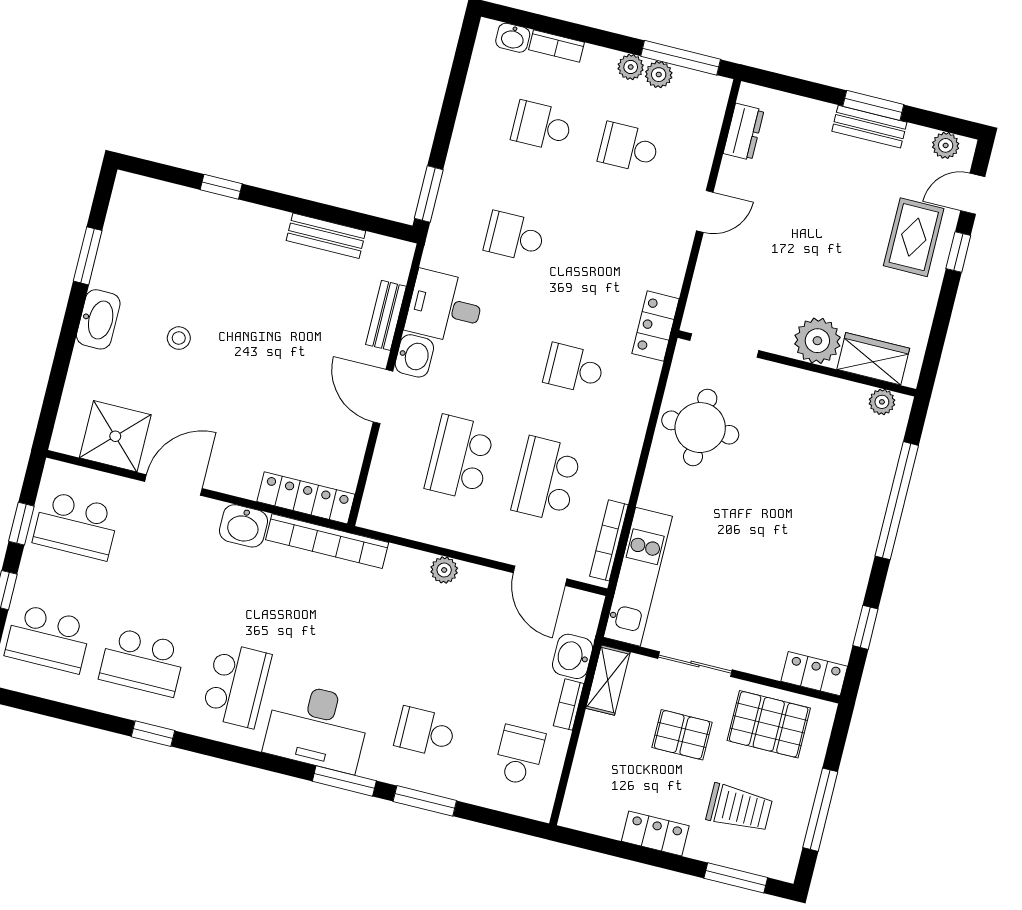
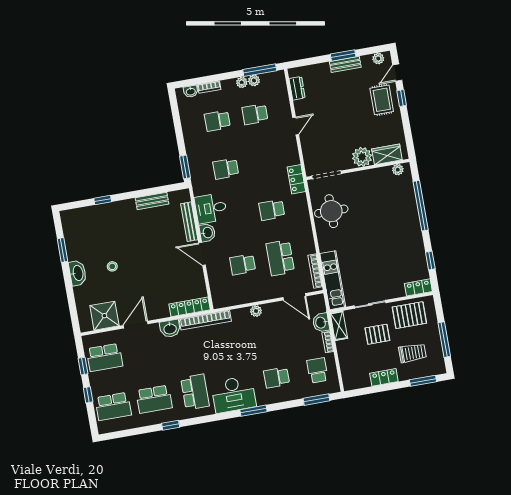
bench: (386, 315) -> (189, 222), width x1.36
school desk: (460, 458) -> (243, 264), width x0.54
window: (425, 801) -> (316, 400), moved

